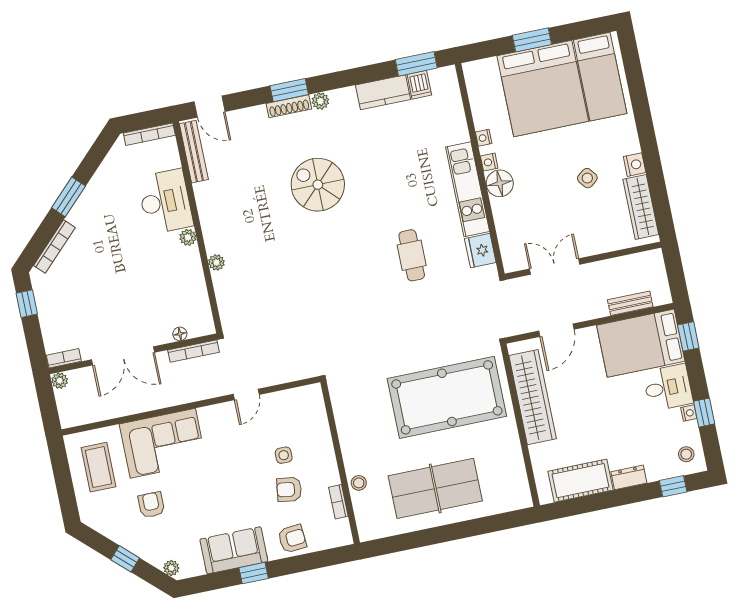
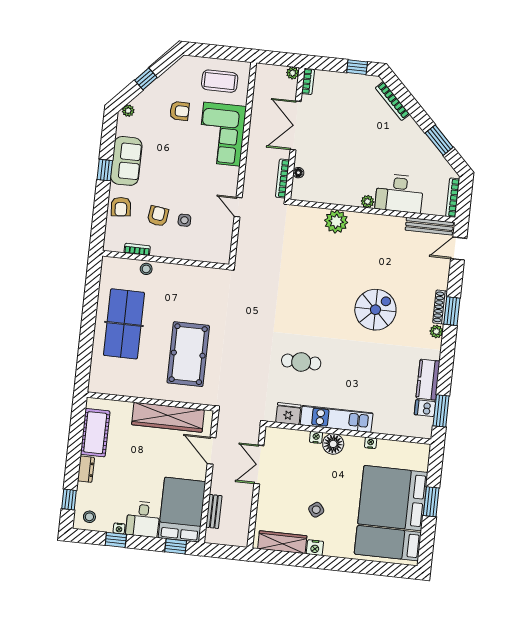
nightstand: (489, 162) -> (316, 437), moved
window: (69, 197) -> (439, 140), moved
plant: (216, 262) -> (336, 221), width x1.87, depth x1.87
double door: (555, 267) -> (259, 465), swing flipped
pool table: (447, 397) -> (188, 354), width x0.73, depth x0.76

